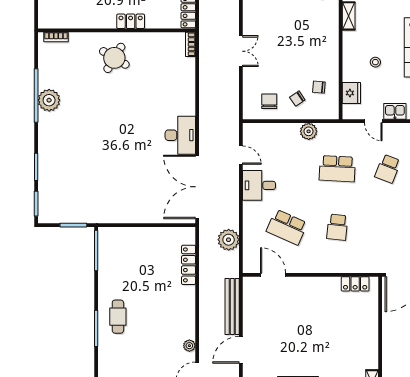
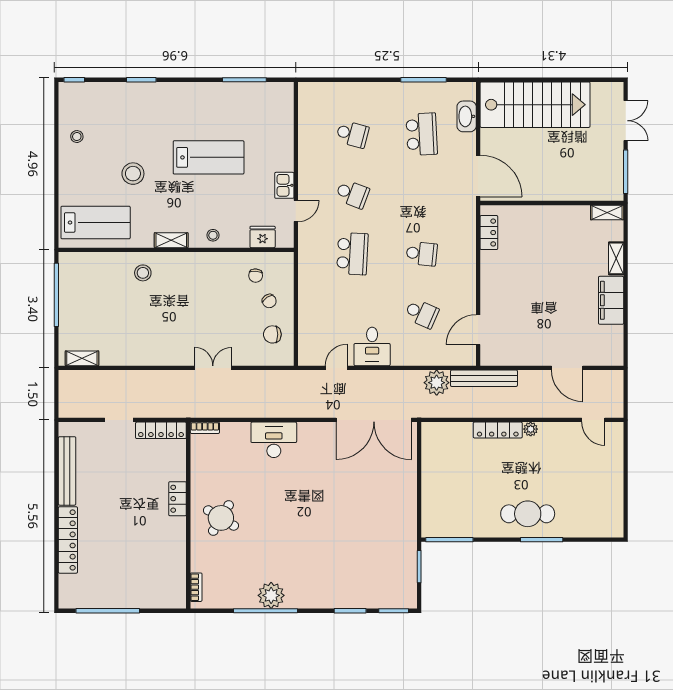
stool: (375, 62) -> (213, 235), moved
plant: (309, 131) -> (308, 288), removed
desk: (180, 135) -> (274, 440), moved
school desk: (287, 227) -> (422, 313), width x0.54
locker: (189, 265) -> (498, 430), moved
bench: (232, 306) -> (484, 378), moved
cafe table: (118, 317) -> (528, 514), width x1.37, depth x1.35
plant: (189, 346) -> (531, 429), moved

